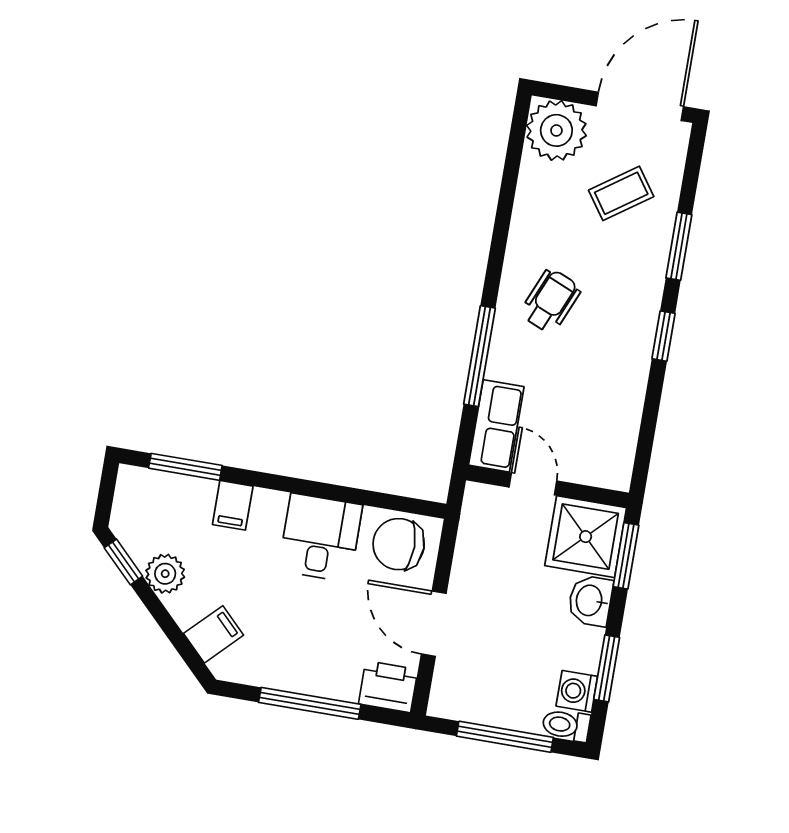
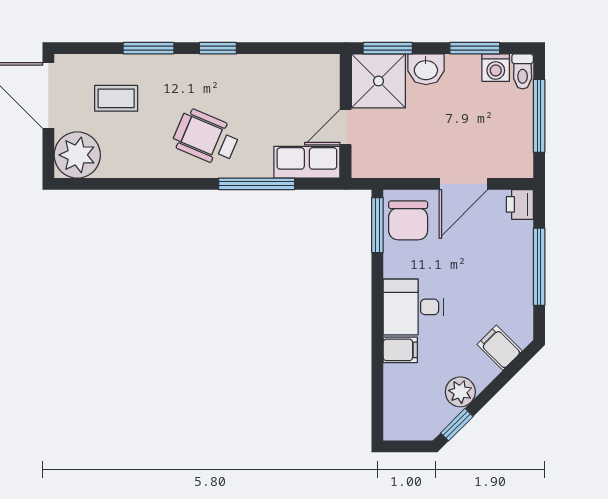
coffee table: (621, 193) -> (116, 98), turned -55
wheelchair: (551, 301) -> (206, 137), width x1.36, depth x1.37
window: (185, 467) -> (377, 225), moved
desk: (320, 538) -> (413, 307), moved
printer: (388, 687) -> (520, 204), width x0.73, depth x0.81

